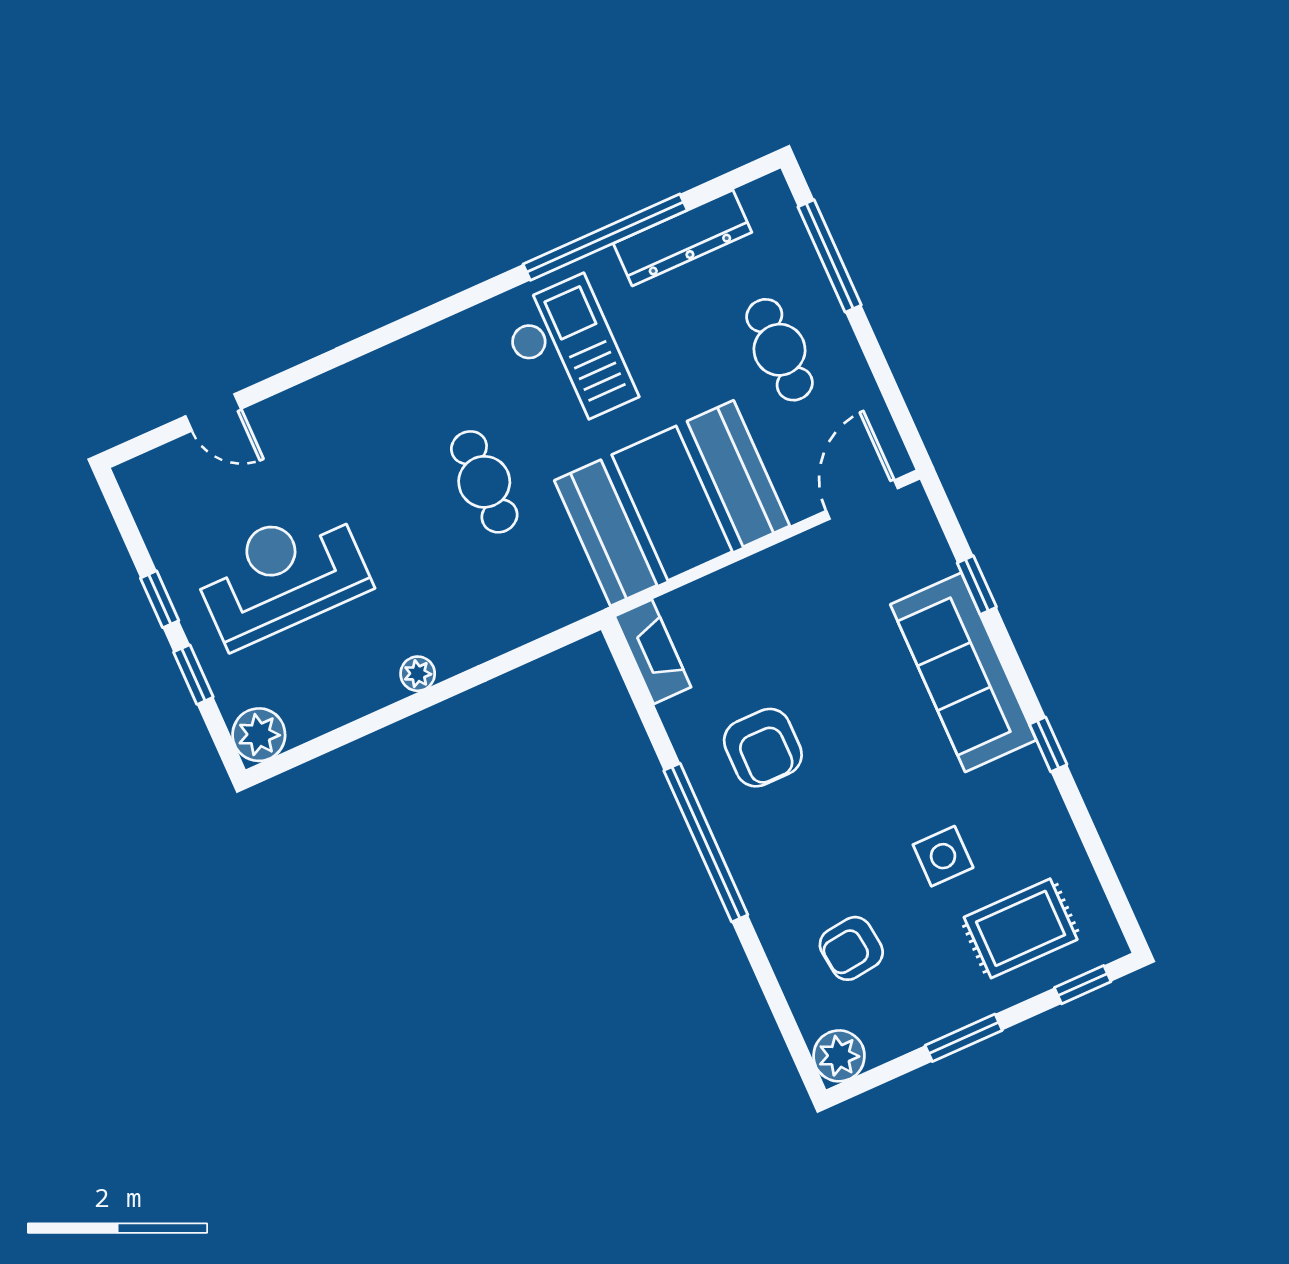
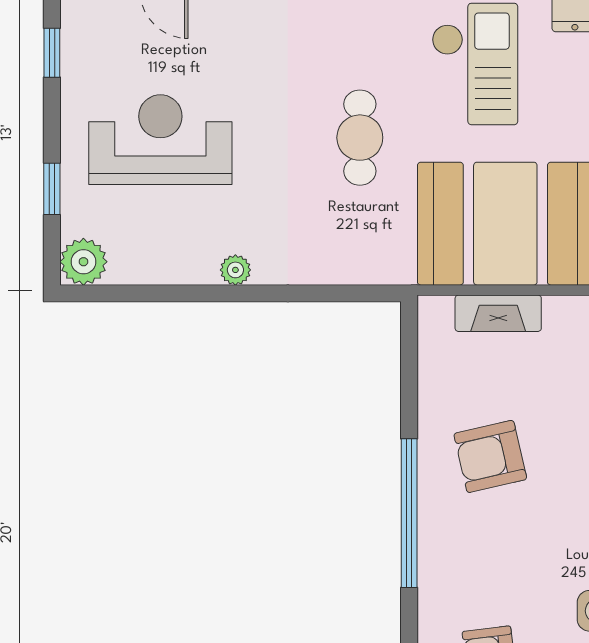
window: (160, 599) -> (52, 53), moved
fireplace: (653, 652) -> (498, 313), moved, turned 90
armchair: (763, 748) -> (490, 456), turned 77

